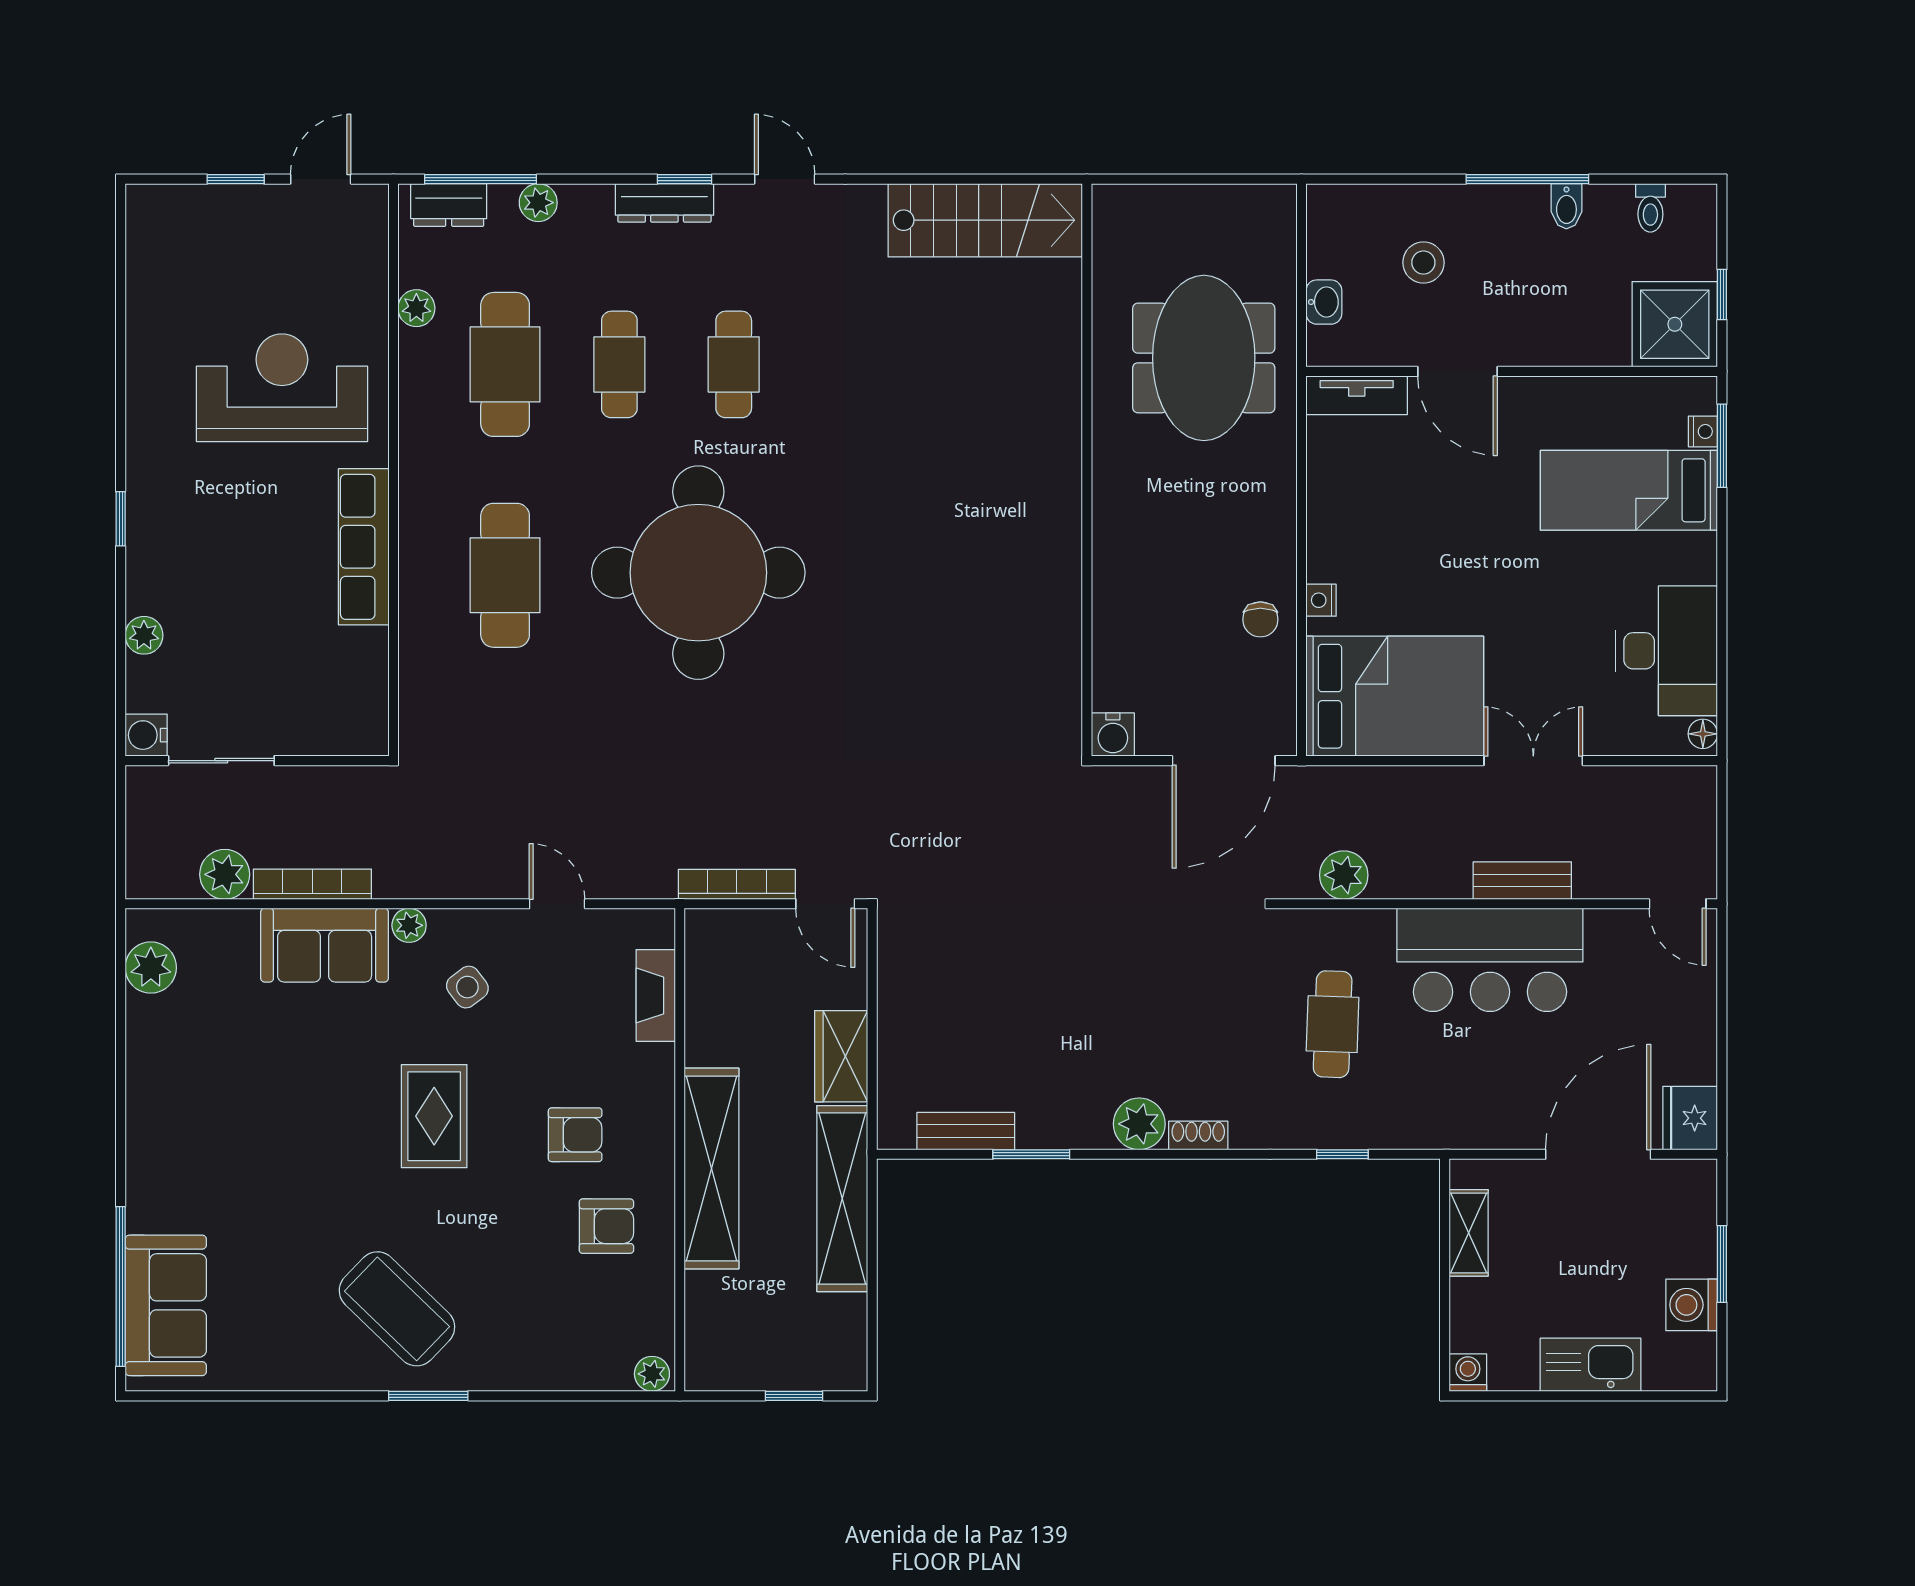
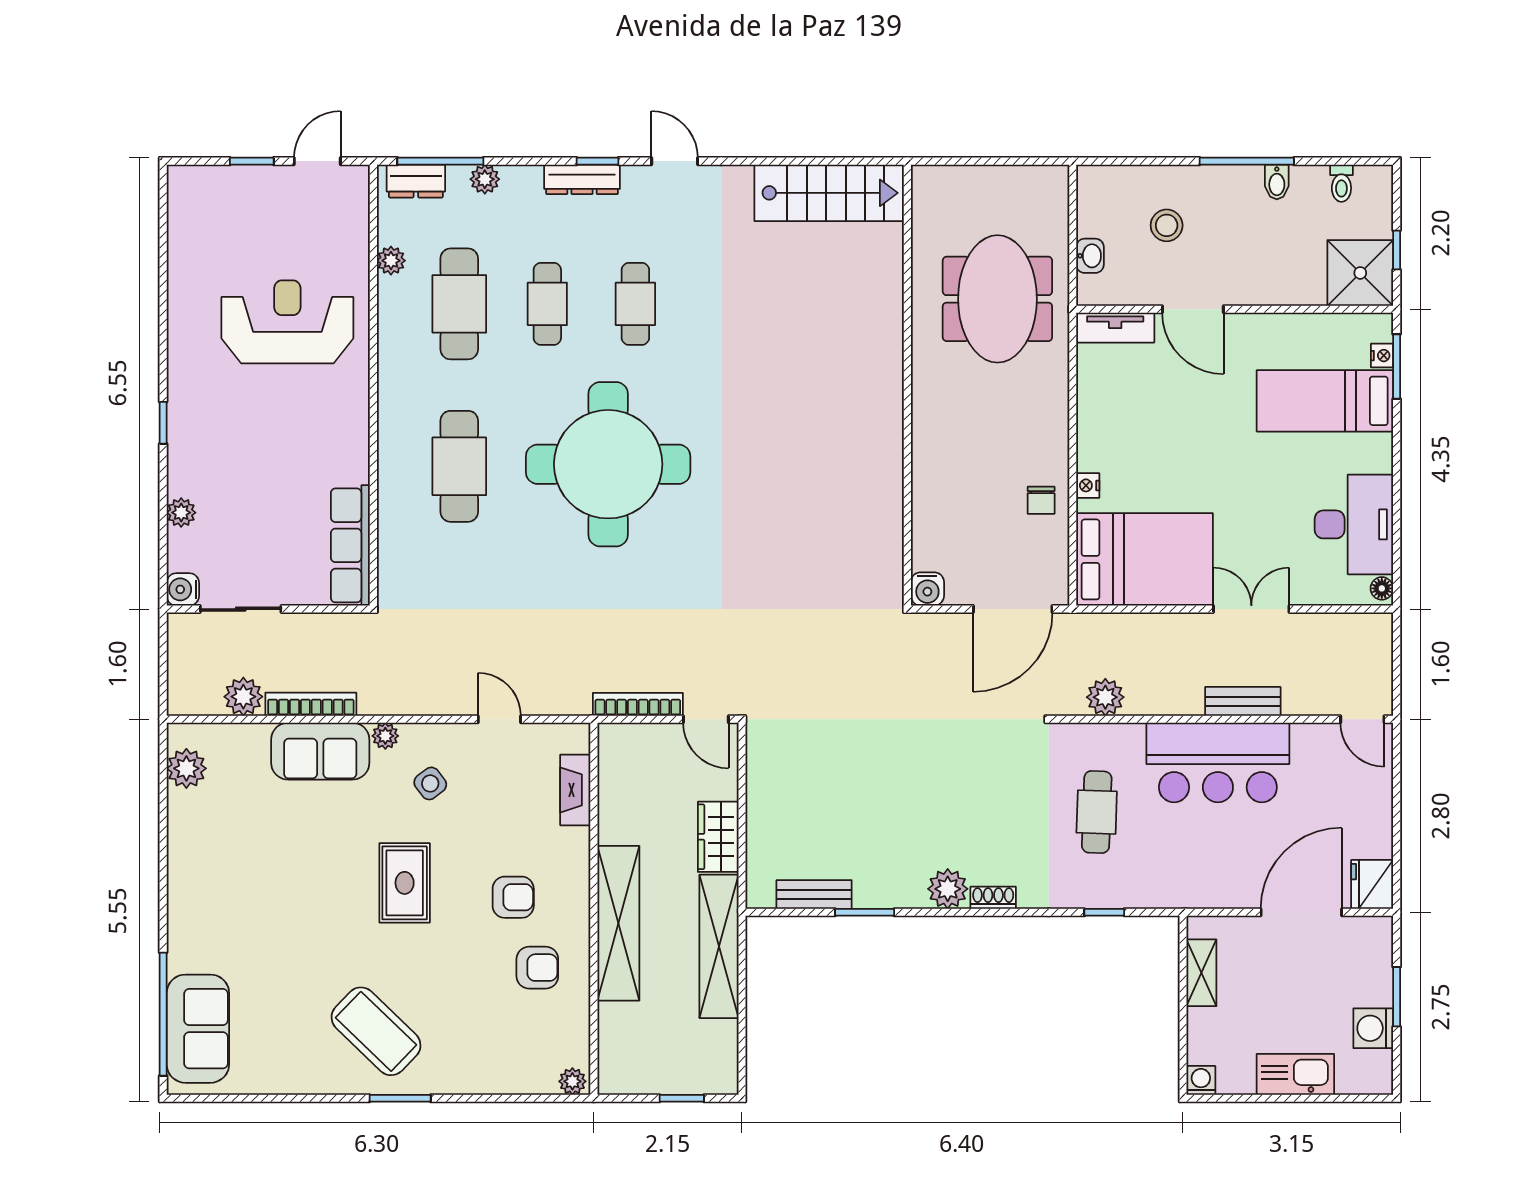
row of seats: (364, 547) -> (350, 545), moved

